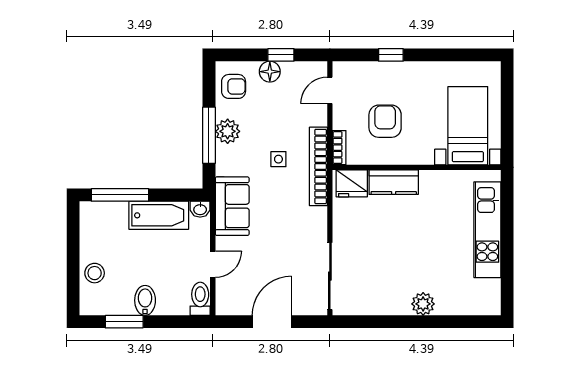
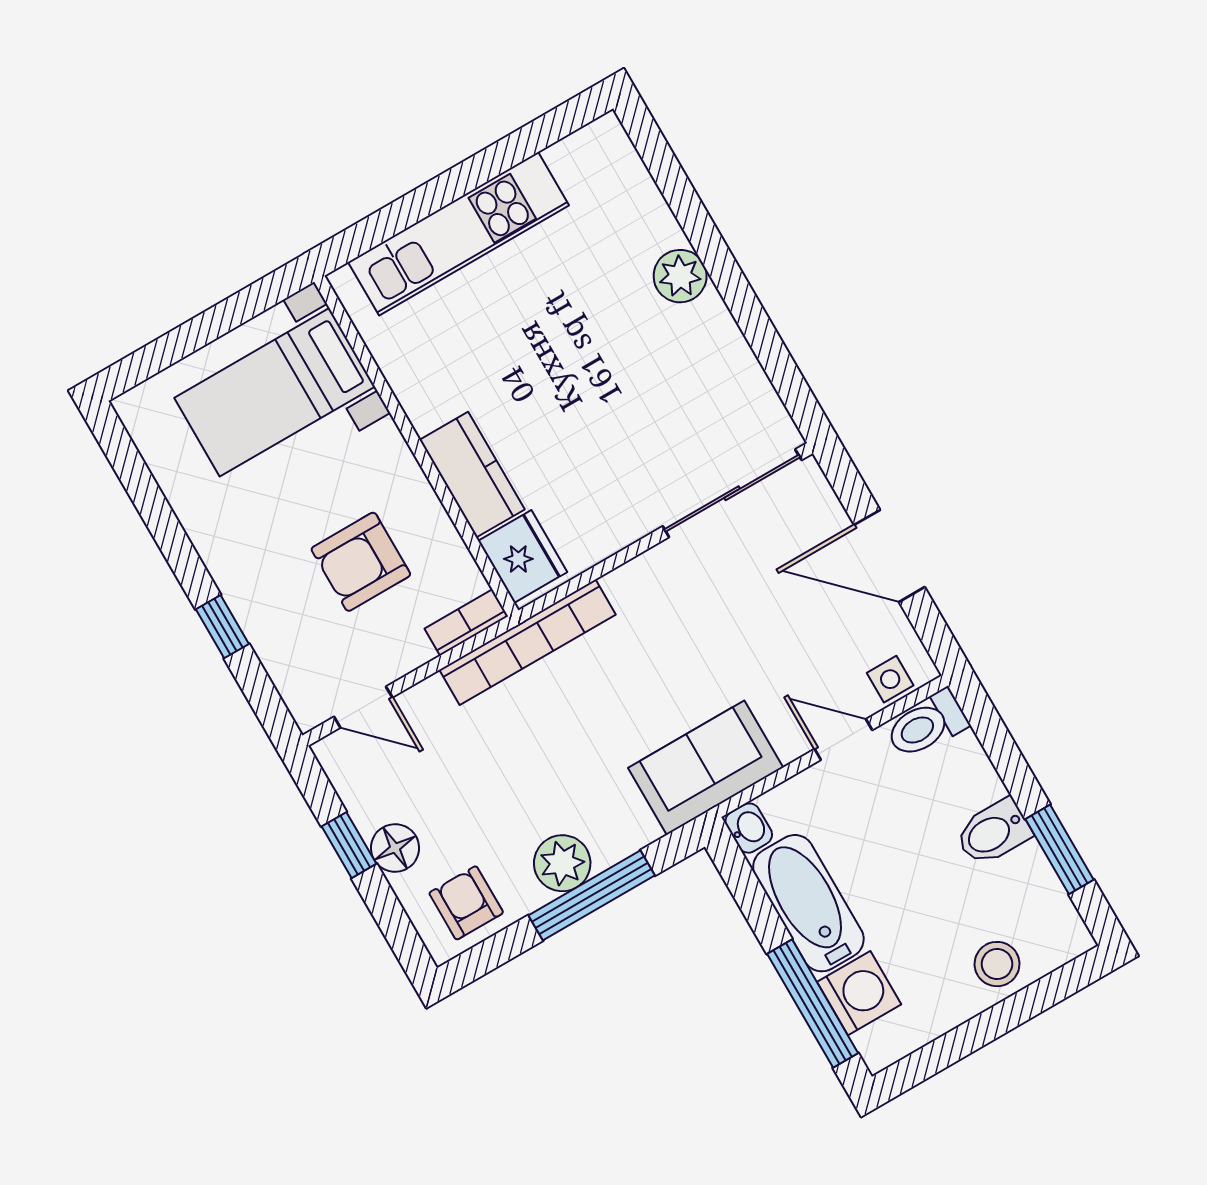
side table: (278, 159) -> (890, 679), moved
washing machine: (114, 215) -> (859, 993), added

